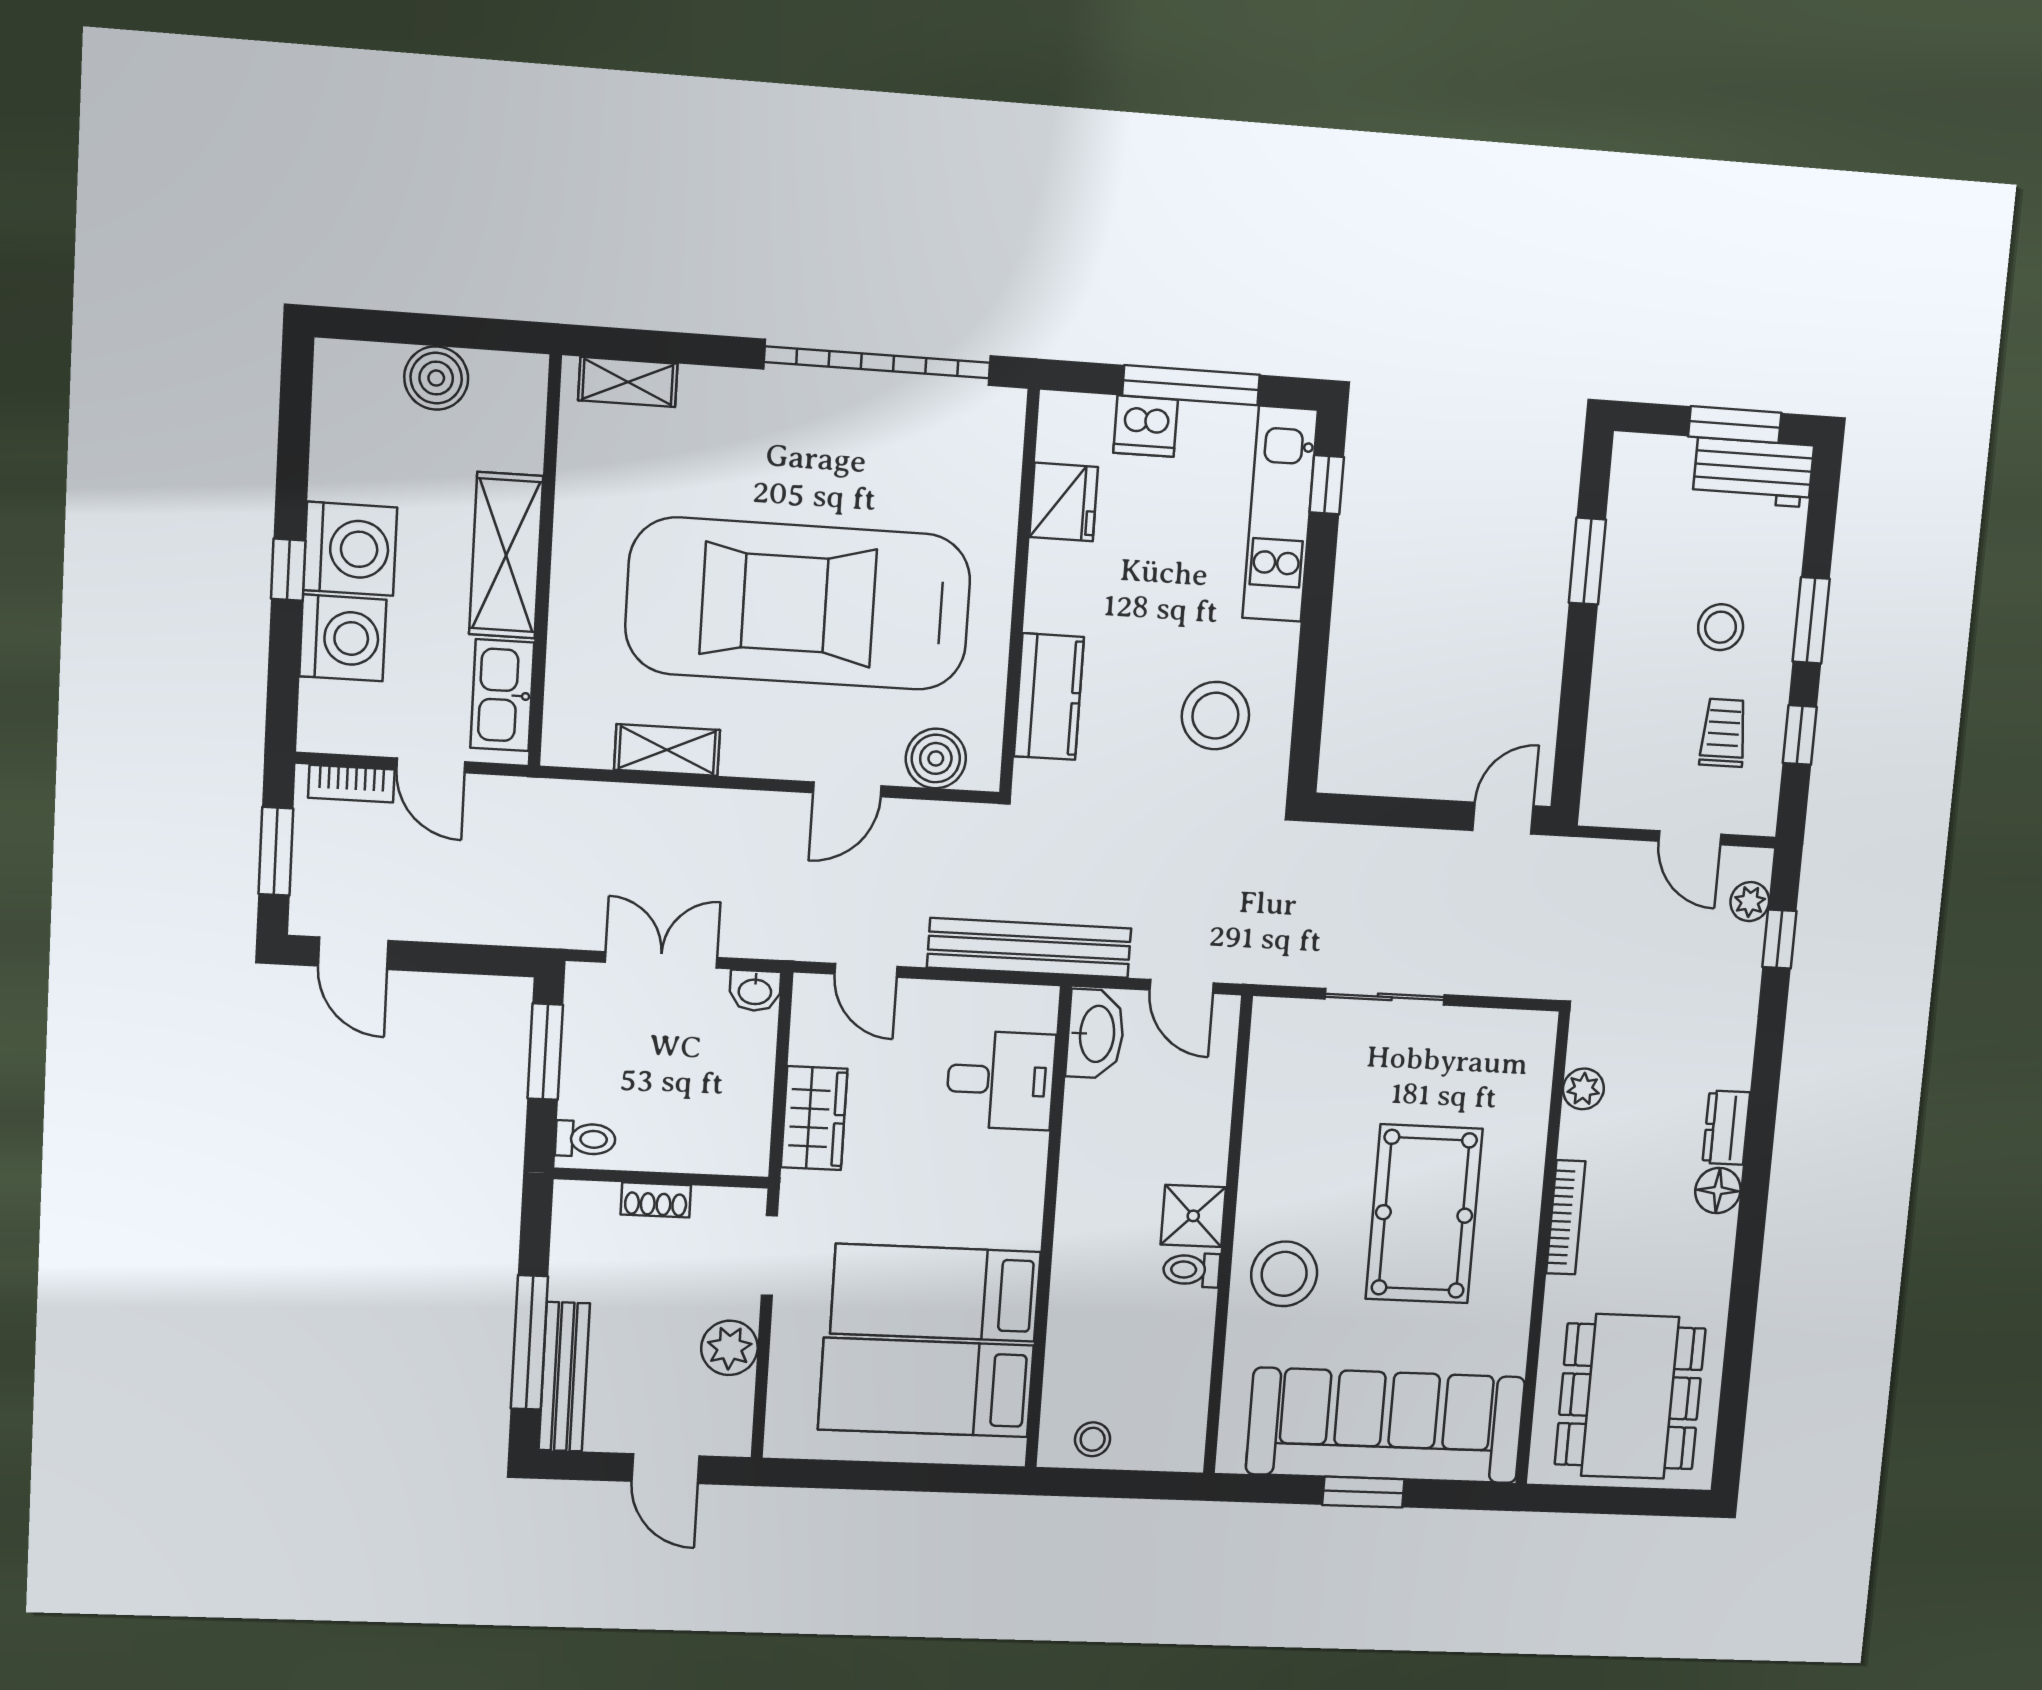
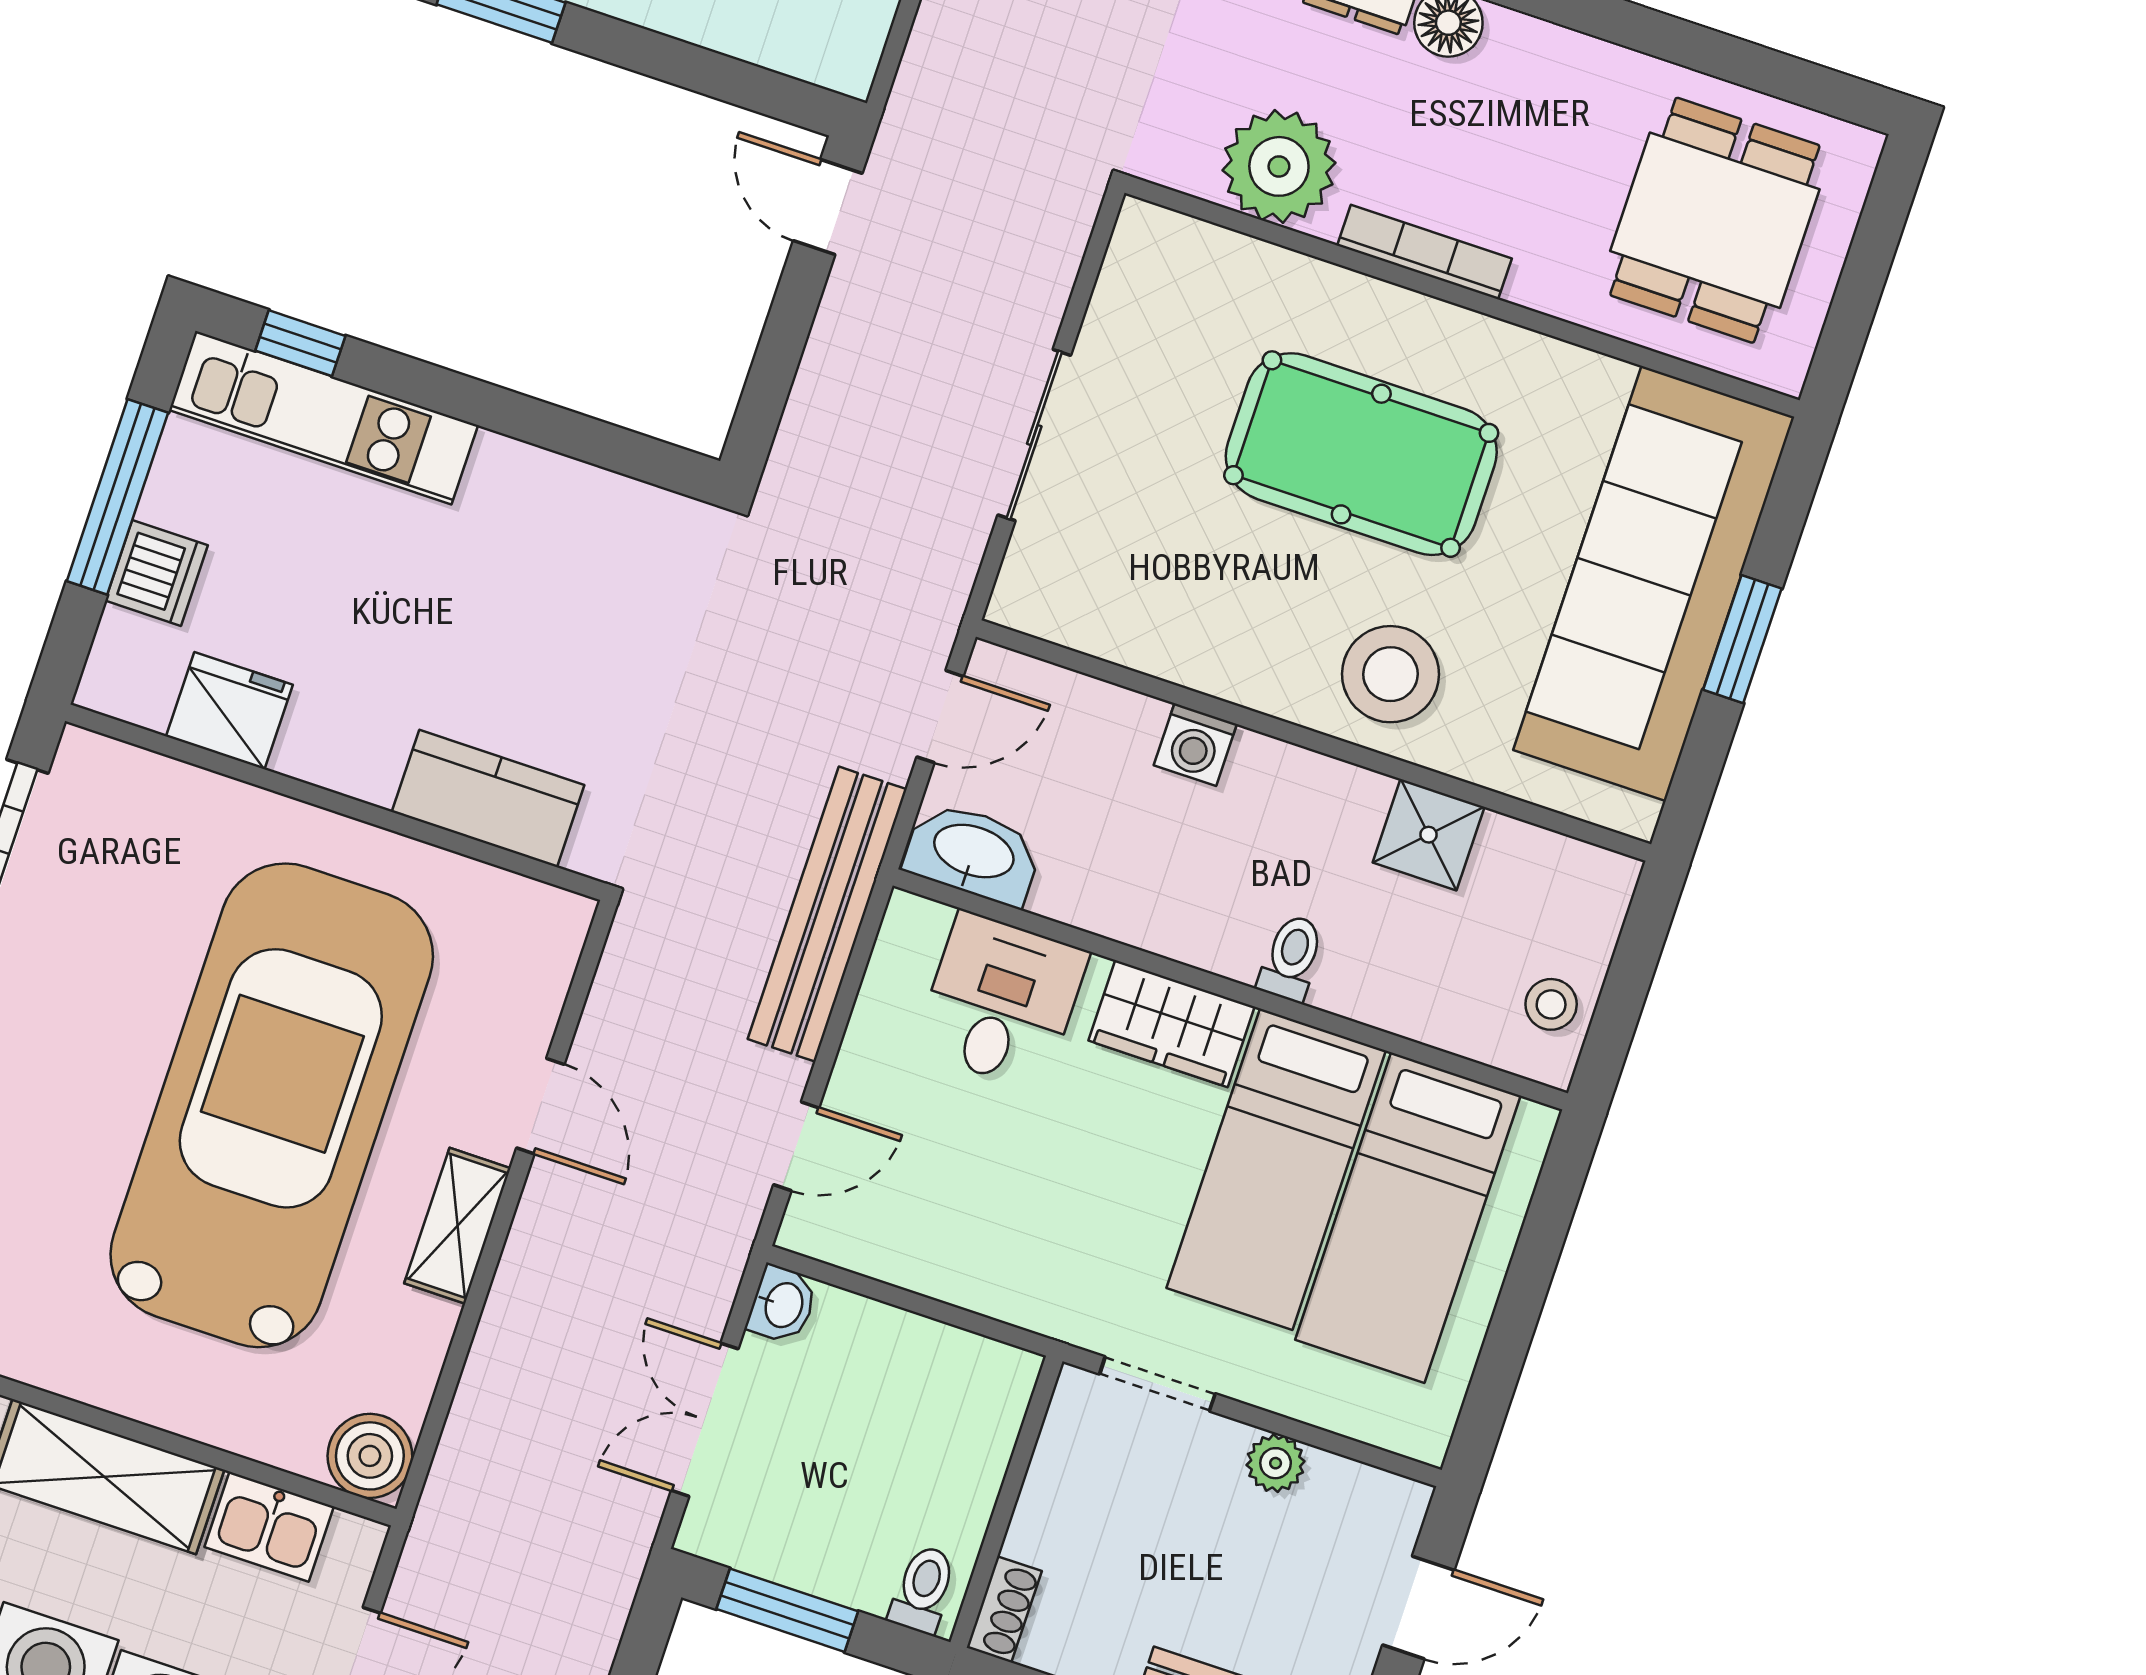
car: (798, 604) -> (272, 1105), turned 180
kitchen sink: (502, 695) -> (269, 1527), width x0.73
stool: (1215, 716) -> (576, 575), removed
shelving: (667, 750) -> (457, 1226), moved
boiler: (936, 758) -> (370, 1456), moved
plant: (1583, 1089) -> (1279, 166), width x1.87, depth x1.87
wardrobe: (814, 1118) -> (1171, 1024), moved, turned 180
washing machine: (1205, 1160) -> (1195, 745), added
shoe rack: (656, 1200) -> (1004, 1609), moved
shower: (1193, 1216) -> (1429, 835), moved
toilet: (1191, 1270) -> (1291, 958), moved, turned 180
plant: (729, 1348) -> (1276, 1463), width x0.73, depth x0.73
dining table: (1630, 1396) -> (1715, 220), width x0.73

